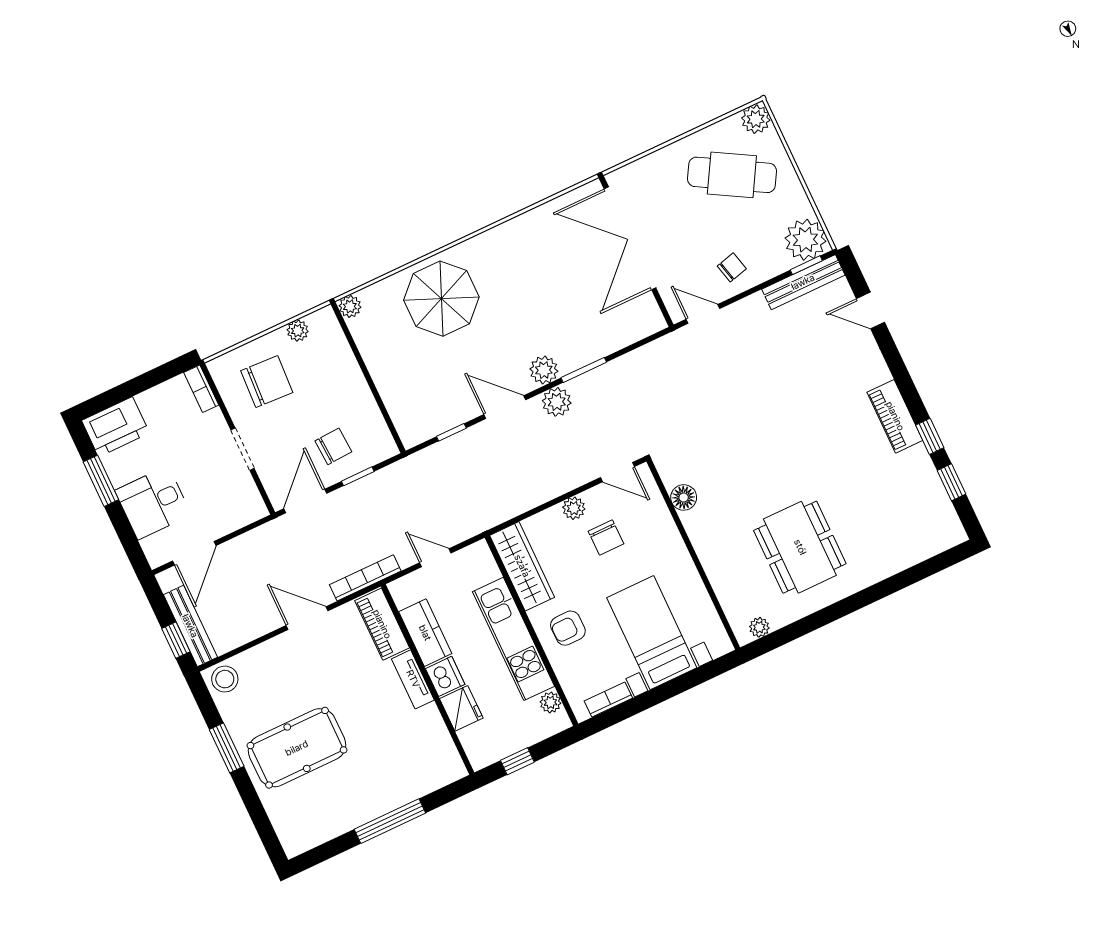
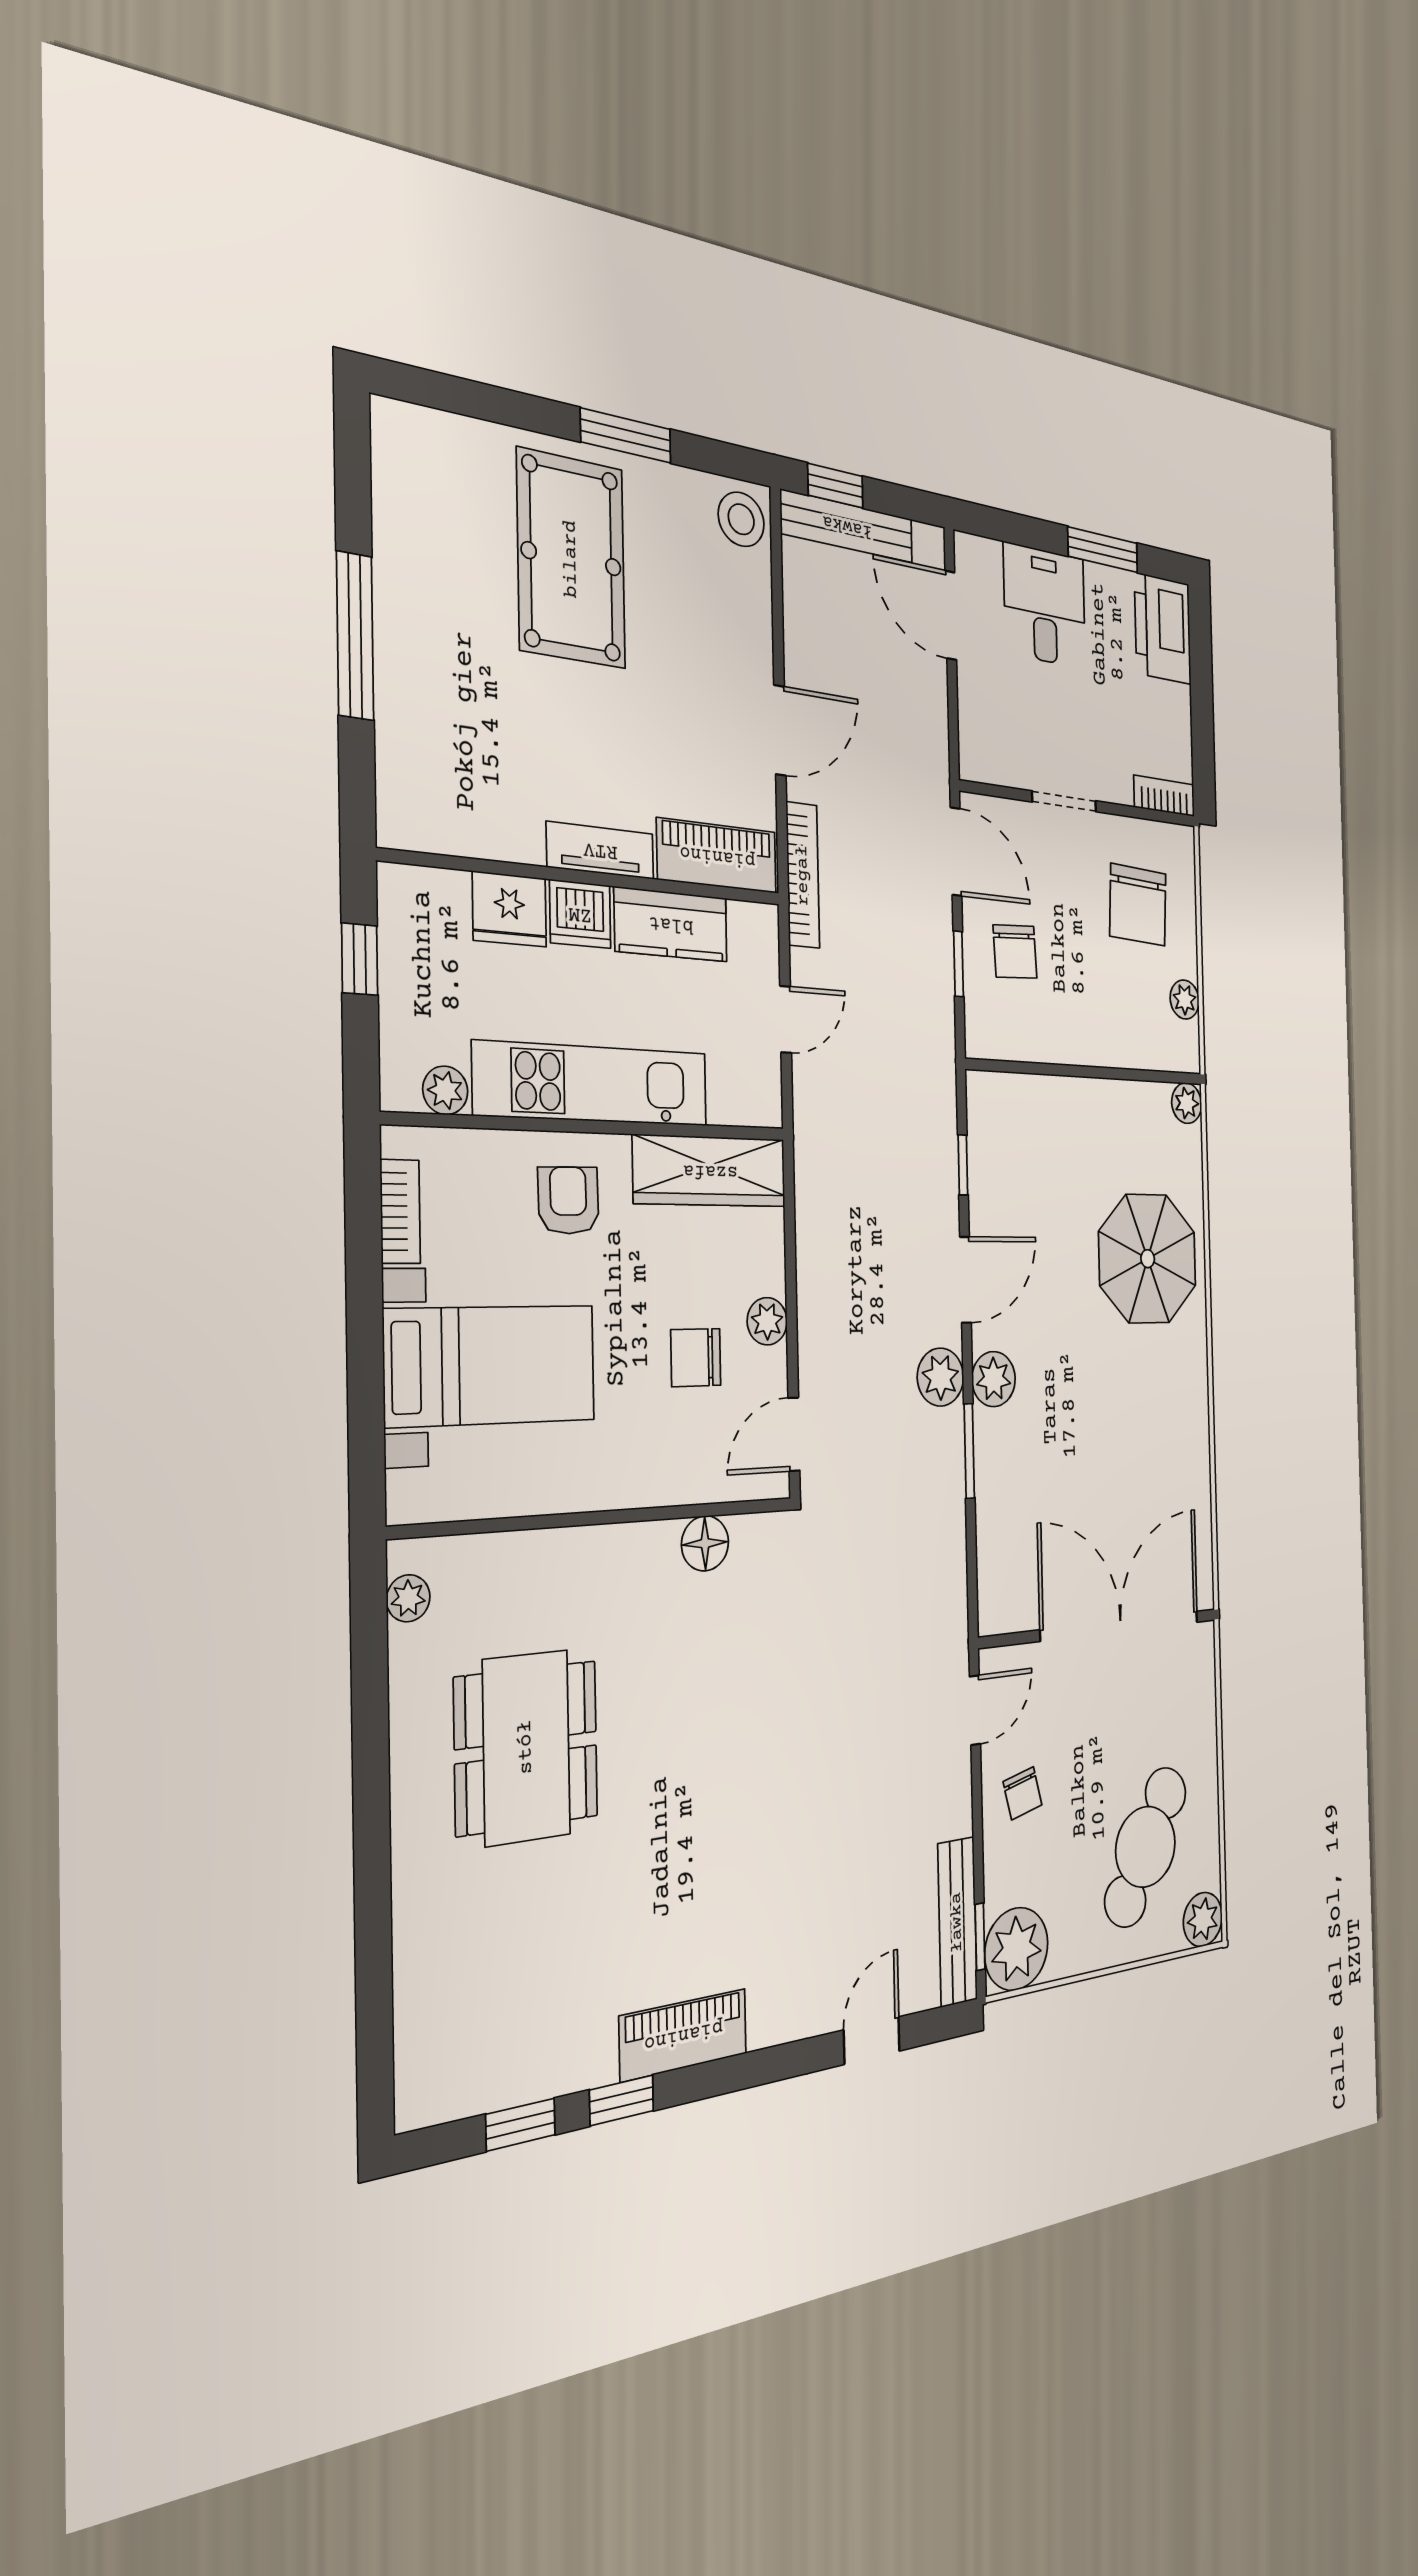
dining table: (800, 547) -> (526, 1747), turned 90

